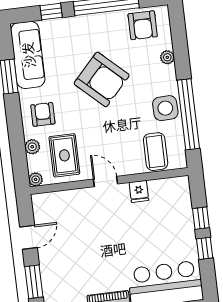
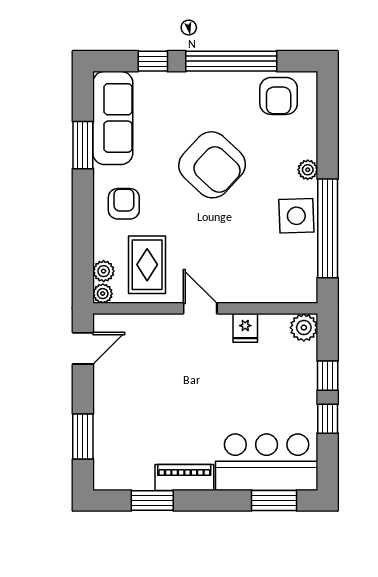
plant: (167, 57) -> (308, 170), moved
plant: (32, 147) -> (104, 271), moved
coffee table: (156, 152) -> (275, 275), removed
plant: (180, 186) -> (304, 328), added
door: (28, 237) -> (83, 348), moved

